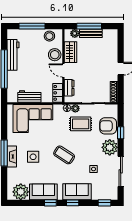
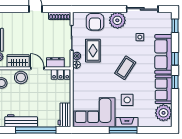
door: (63, 70) -> (37, 68), swing flipped
workbench: (29, 96) -> (64, 115), moved
corner sofa: (33, 118) -> (94, 112), moved, turned -90
window: (121, 133) -> (102, 9), removed
sofa: (77, 192) -> (163, 54), width x1.36

